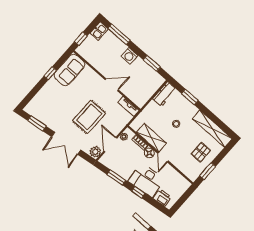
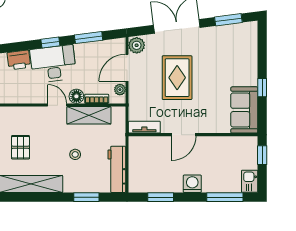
workbench: (164, 94) -> (117, 169), width x1.38
door: (110, 145) -> (127, 68), swing flipped

